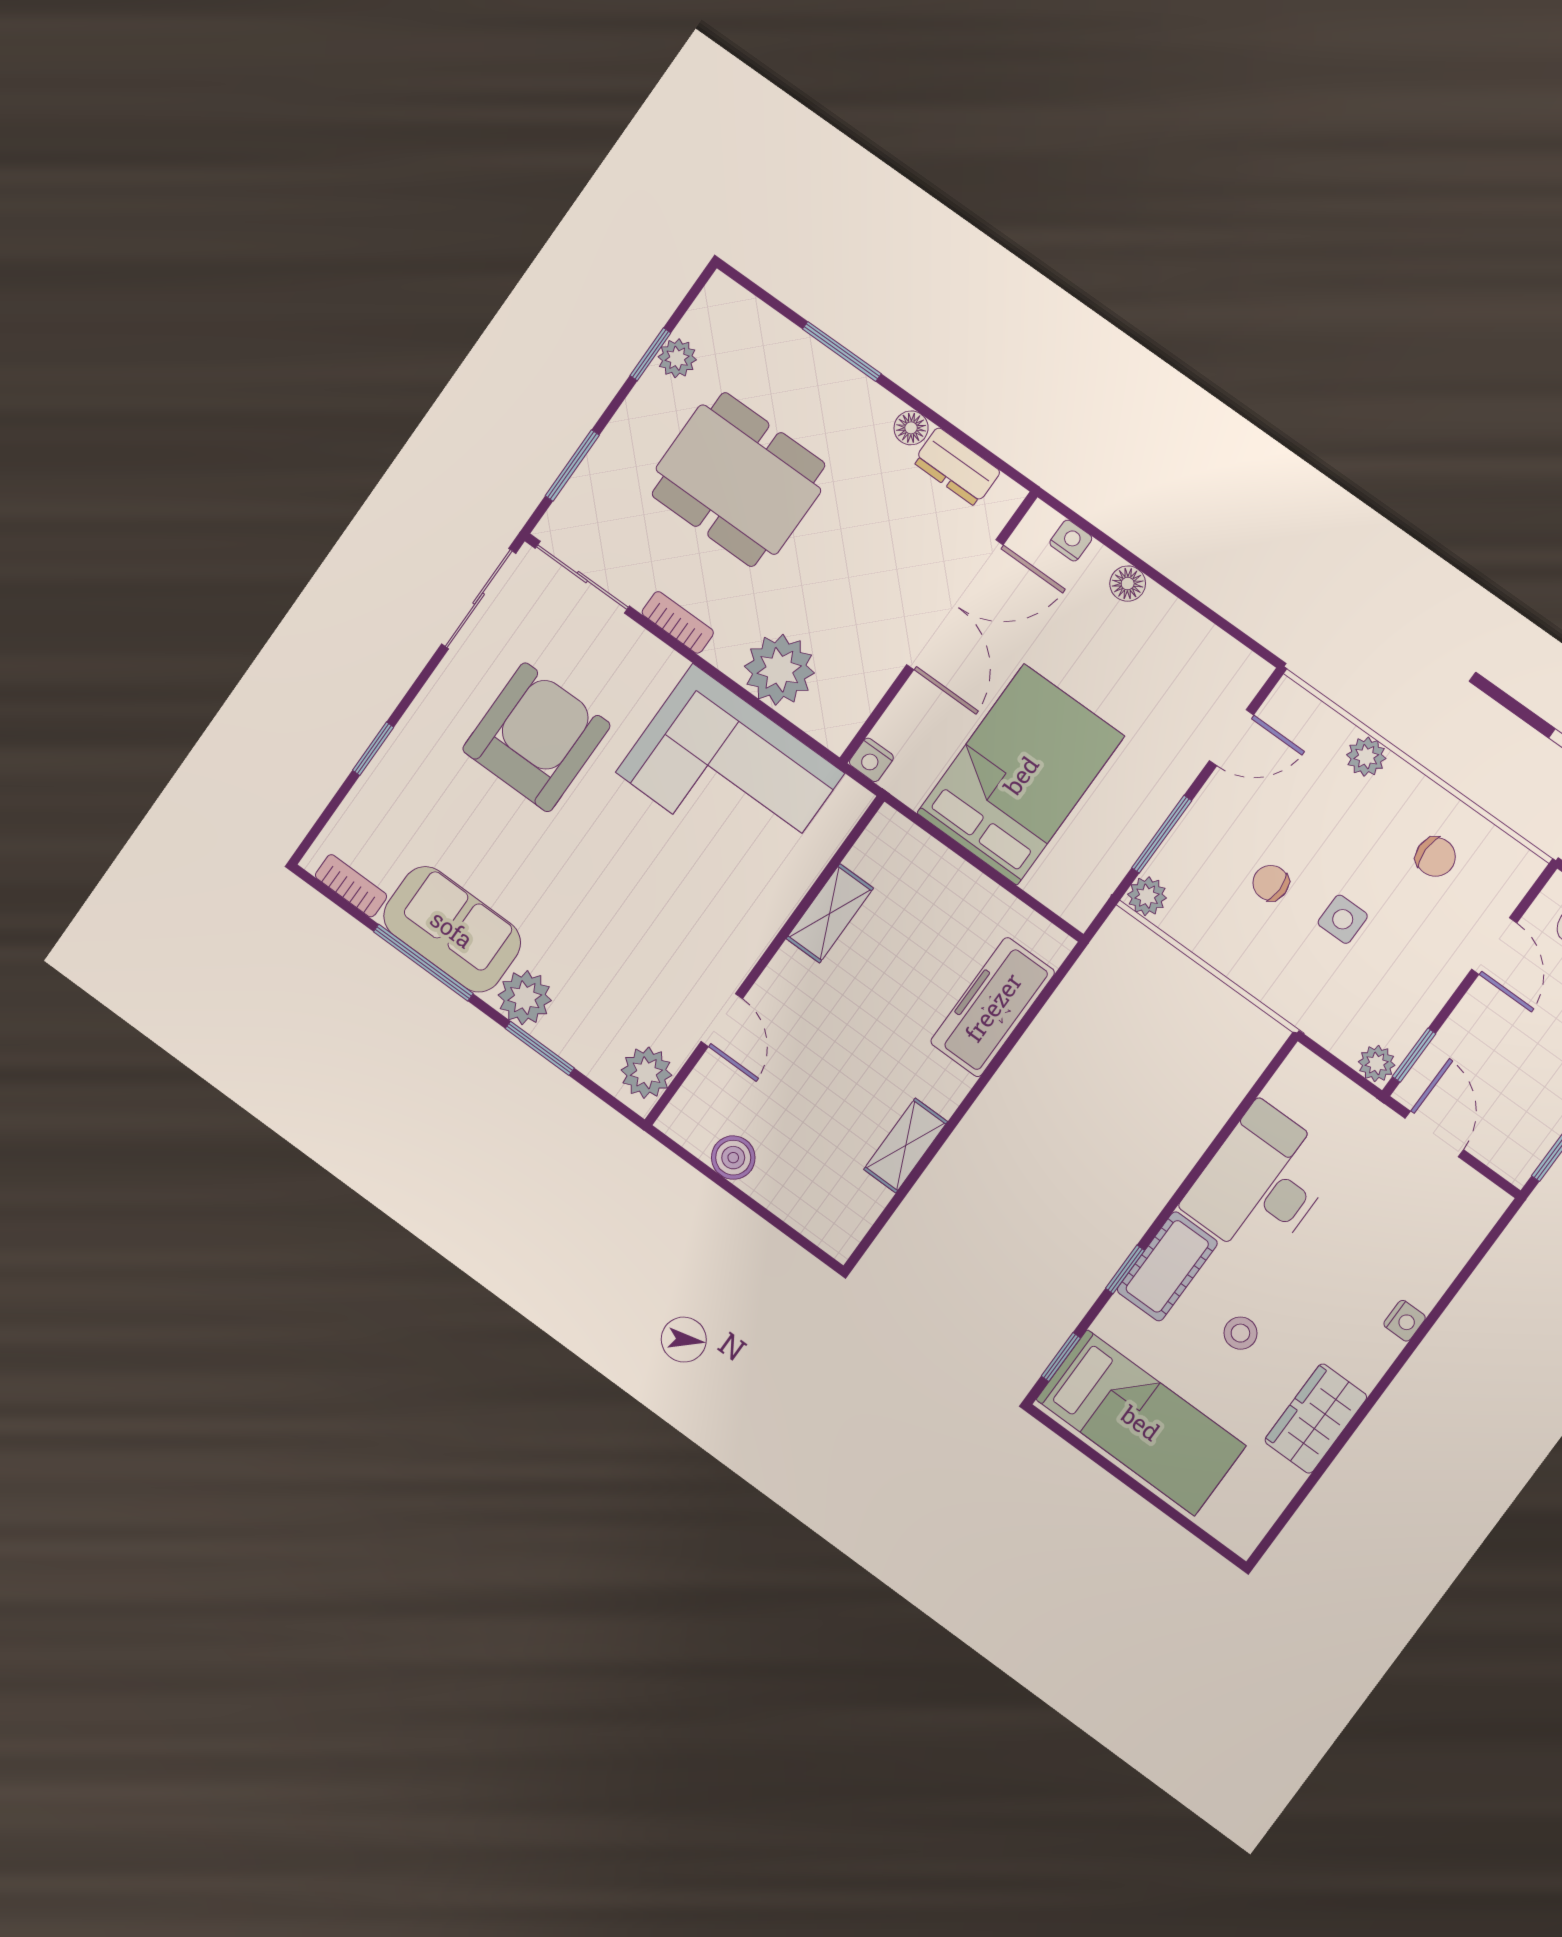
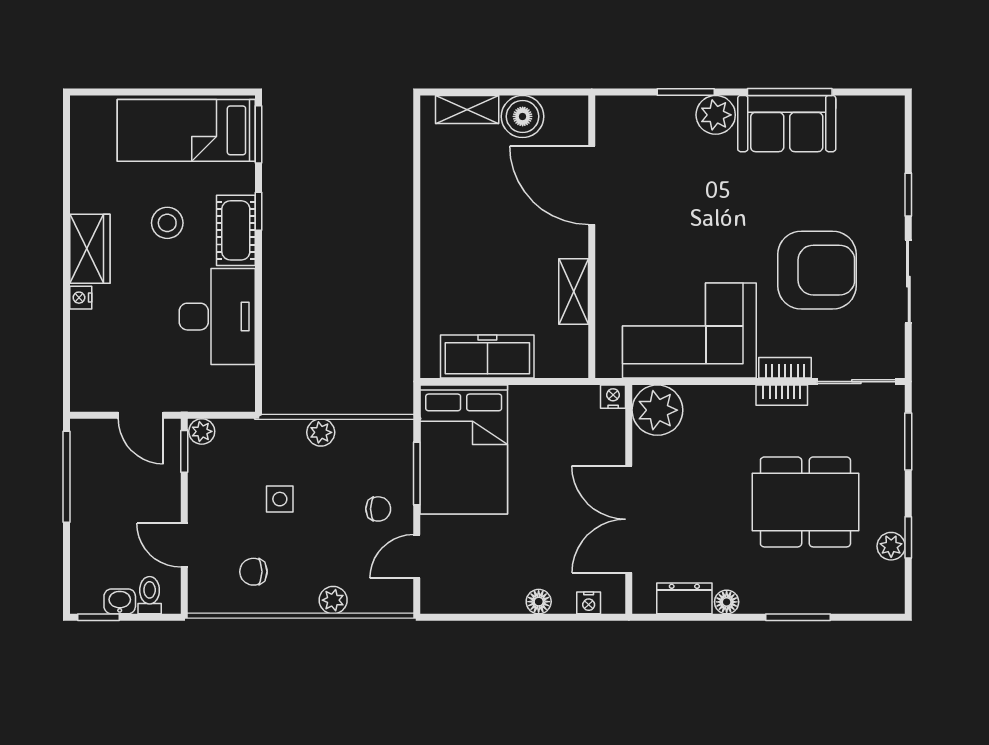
sliding door: (479, 599) -> (908, 282), moved
plant: (779, 670) -> (657, 410), moved
armchair: (536, 737) -> (817, 270), turned -90
bed: (1021, 775) -> (464, 450), moved
chair: (1271, 883) -> (378, 509), moved
bookcase: (351, 886) -> (785, 368), moved, turned 180
plant: (1147, 896) -> (321, 432), moved
freezer: (993, 1007) -> (487, 357), moved, turned -90
door: (722, 1020) -> (592, 185), width x1.88
plant: (646, 1073) -> (614, 123), removed
shelving: (906, 1146) -> (467, 109), moved, turned 90
boiler: (733, 1158) -> (523, 116), width x1.36, depth x1.36
stool: (1240, 1333) -> (167, 223), width x1.37, depth x1.37
window: (1061, 1357) -> (258, 134), width x1.50
wardrobe: (1316, 1419) -> (90, 249), moved

